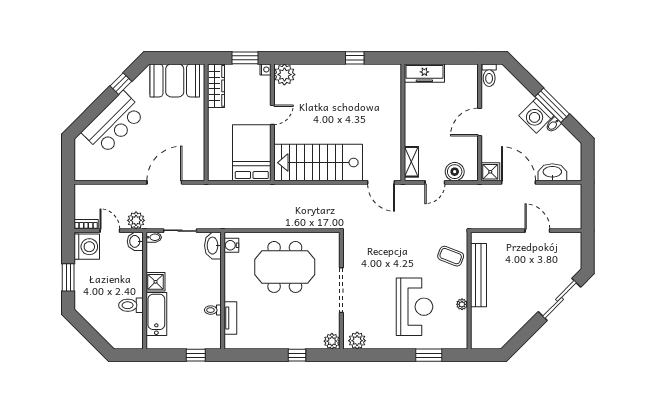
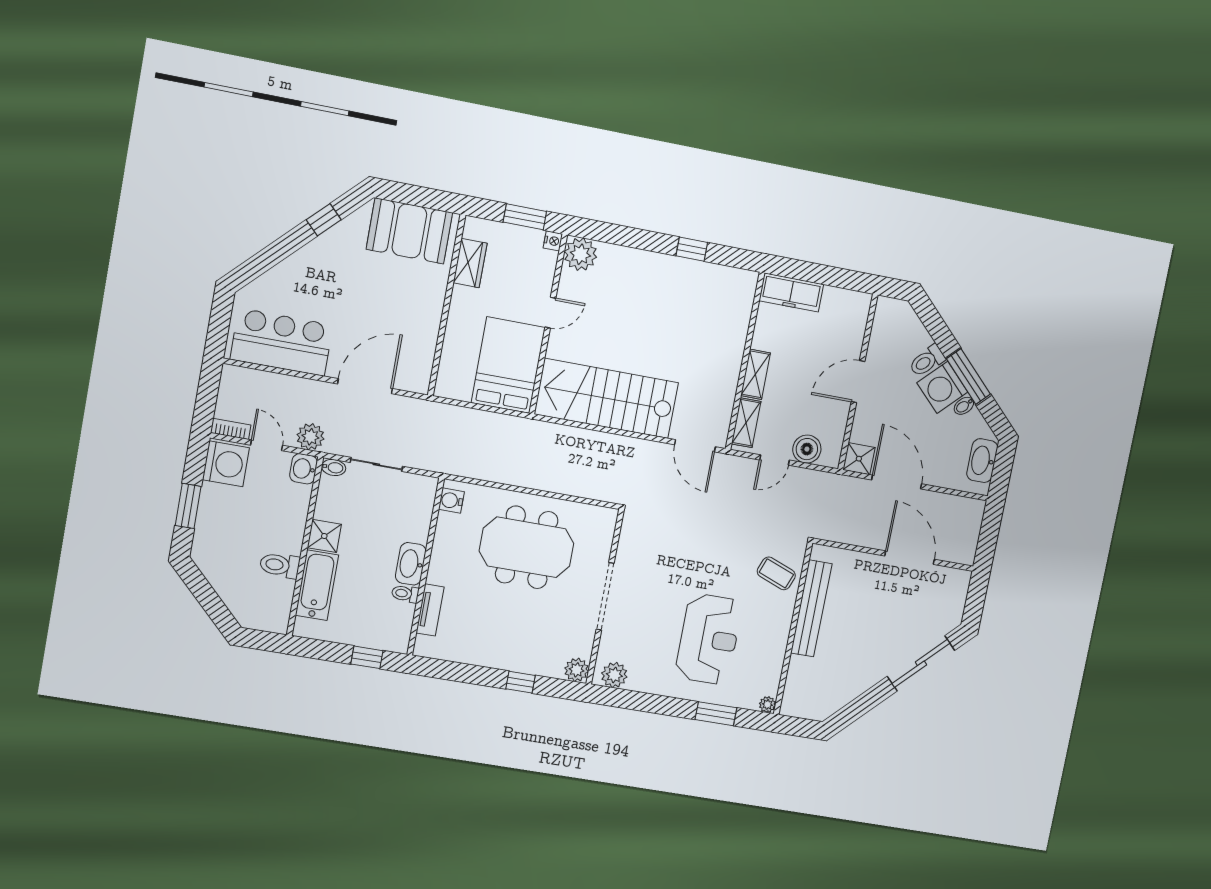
toilet: (489, 75) -> (927, 361), moved, turned 45
wardrobe: (216, 86) -> (470, 263), width x0.67
bar counter: (114, 123) -> (282, 342), moved, turned -135
shelving: (411, 130) -> (755, 374), added
washbasin: (552, 172) -> (982, 461), moved, turned -90
door: (537, 231) -> (910, 558), width x1.36
washbasin: (213, 246) -> (411, 564), moved
plant: (462, 304) -> (767, 704), moved

